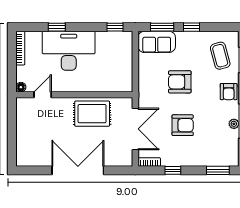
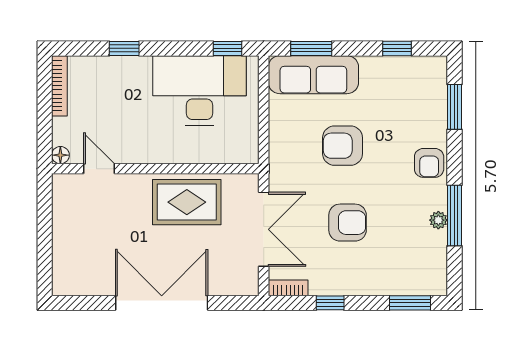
window: (191, 27) -> (397, 48), moved
sofa: (157, 42) -> (313, 75), width x1.36
desk: (69, 51) -> (199, 90), moved
coffee table: (220, 56) -> (414, 99), removed
door: (43, 95) -> (99, 169), hinge flipped

